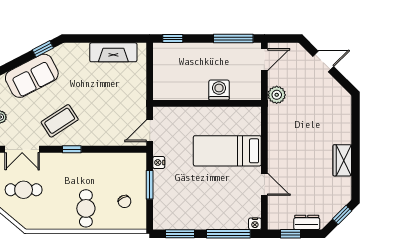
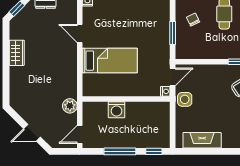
window: (233, 39) -> (120, 151), moved
side table: (135, 103) -> (185, 99), added
nightstand: (159, 163) -> (165, 91), moved

